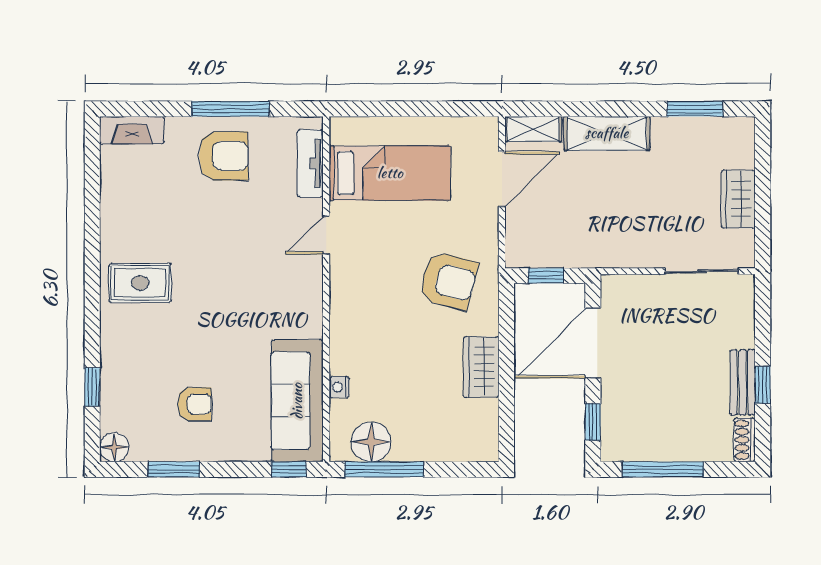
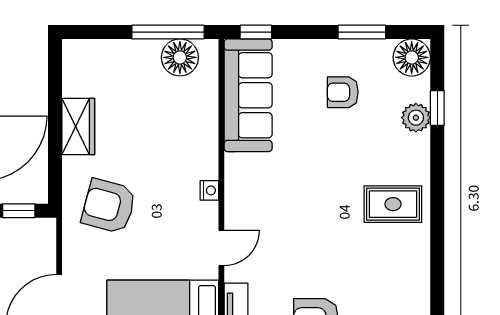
plant: (115, 377) -> (416, 118), added
nightstand: (339, 387) -> (209, 190), moved
floor lamp: (114, 447) -> (412, 57), width x1.38, depth x1.38

